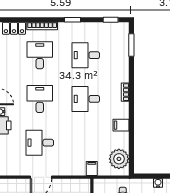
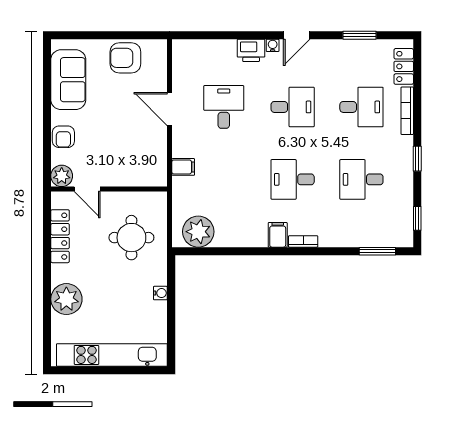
desk: (86, 55) -> (361, 179), turned -90
desk: (86, 99) -> (293, 179), turned -90
filing cabinet: (121, 125) -> (278, 235), moved
filing cabinet: (92, 168) -> (183, 167), moved

